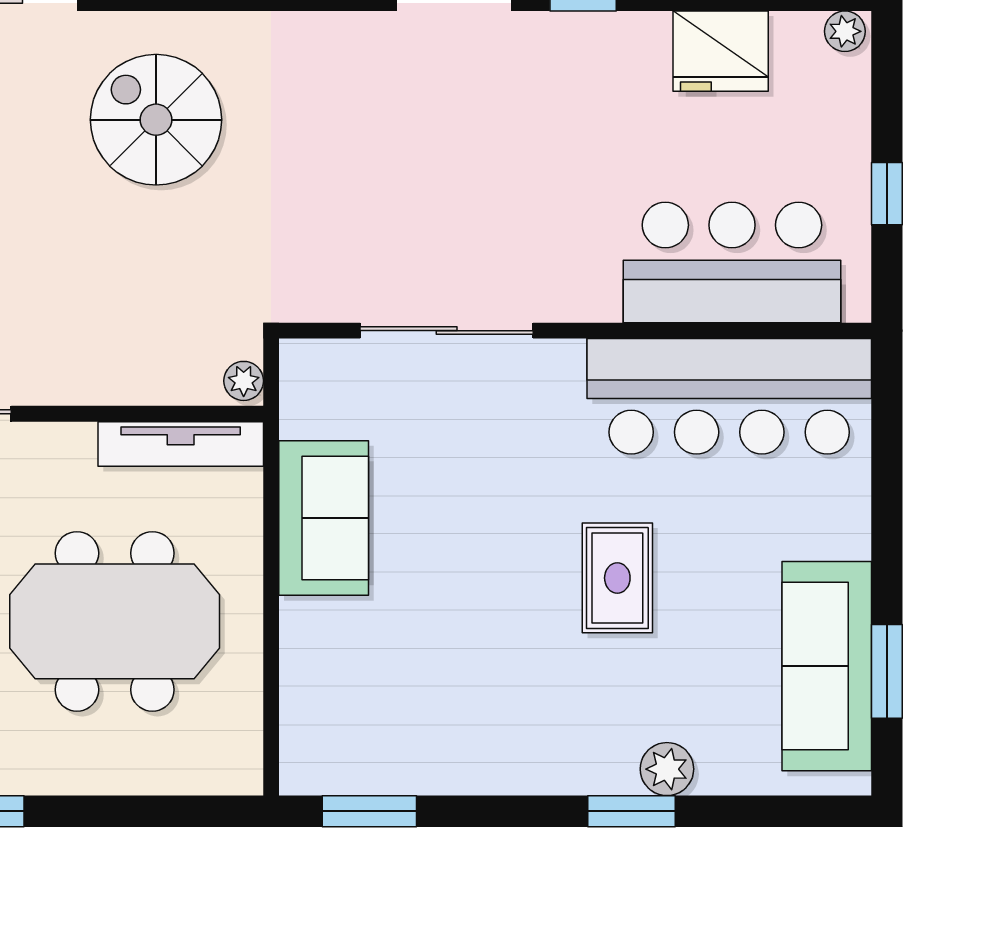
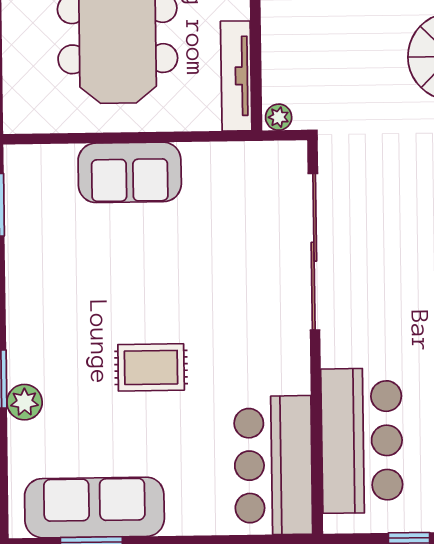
sliding door: (447, 331) -> (314, 252), width x1.36
bar counter: (729, 396) -> (273, 465), width x0.73
sofa: (324, 518) -> (130, 172), moved

